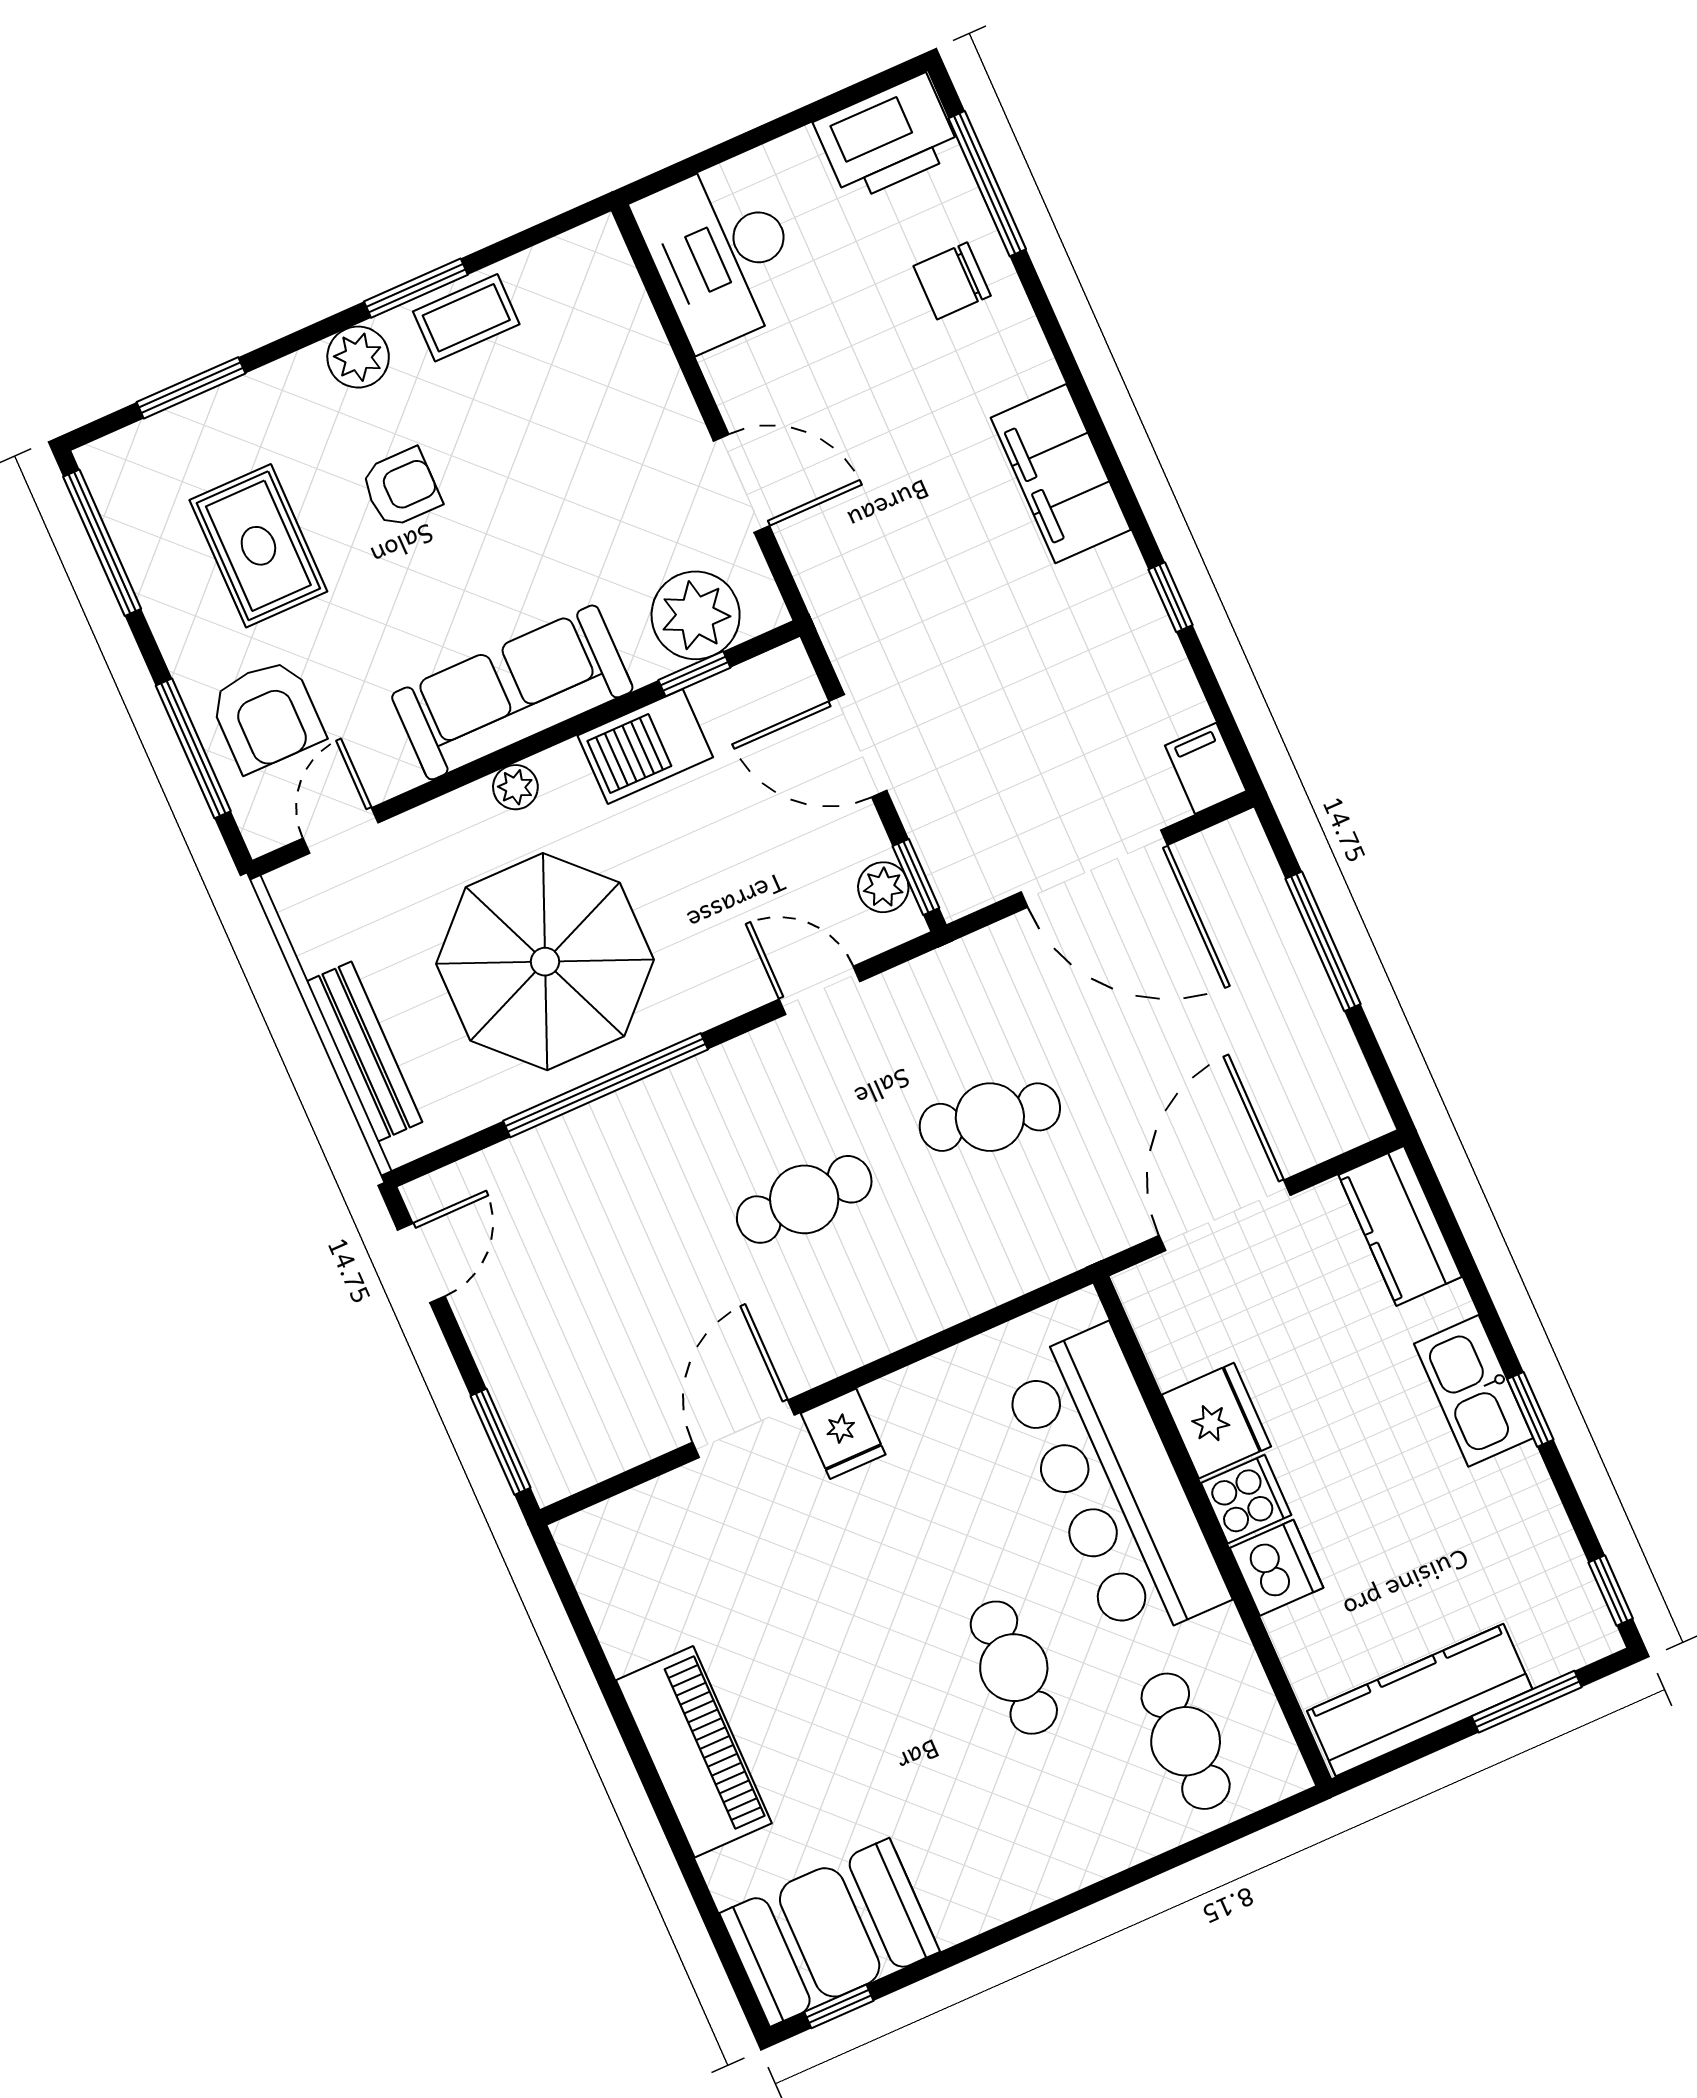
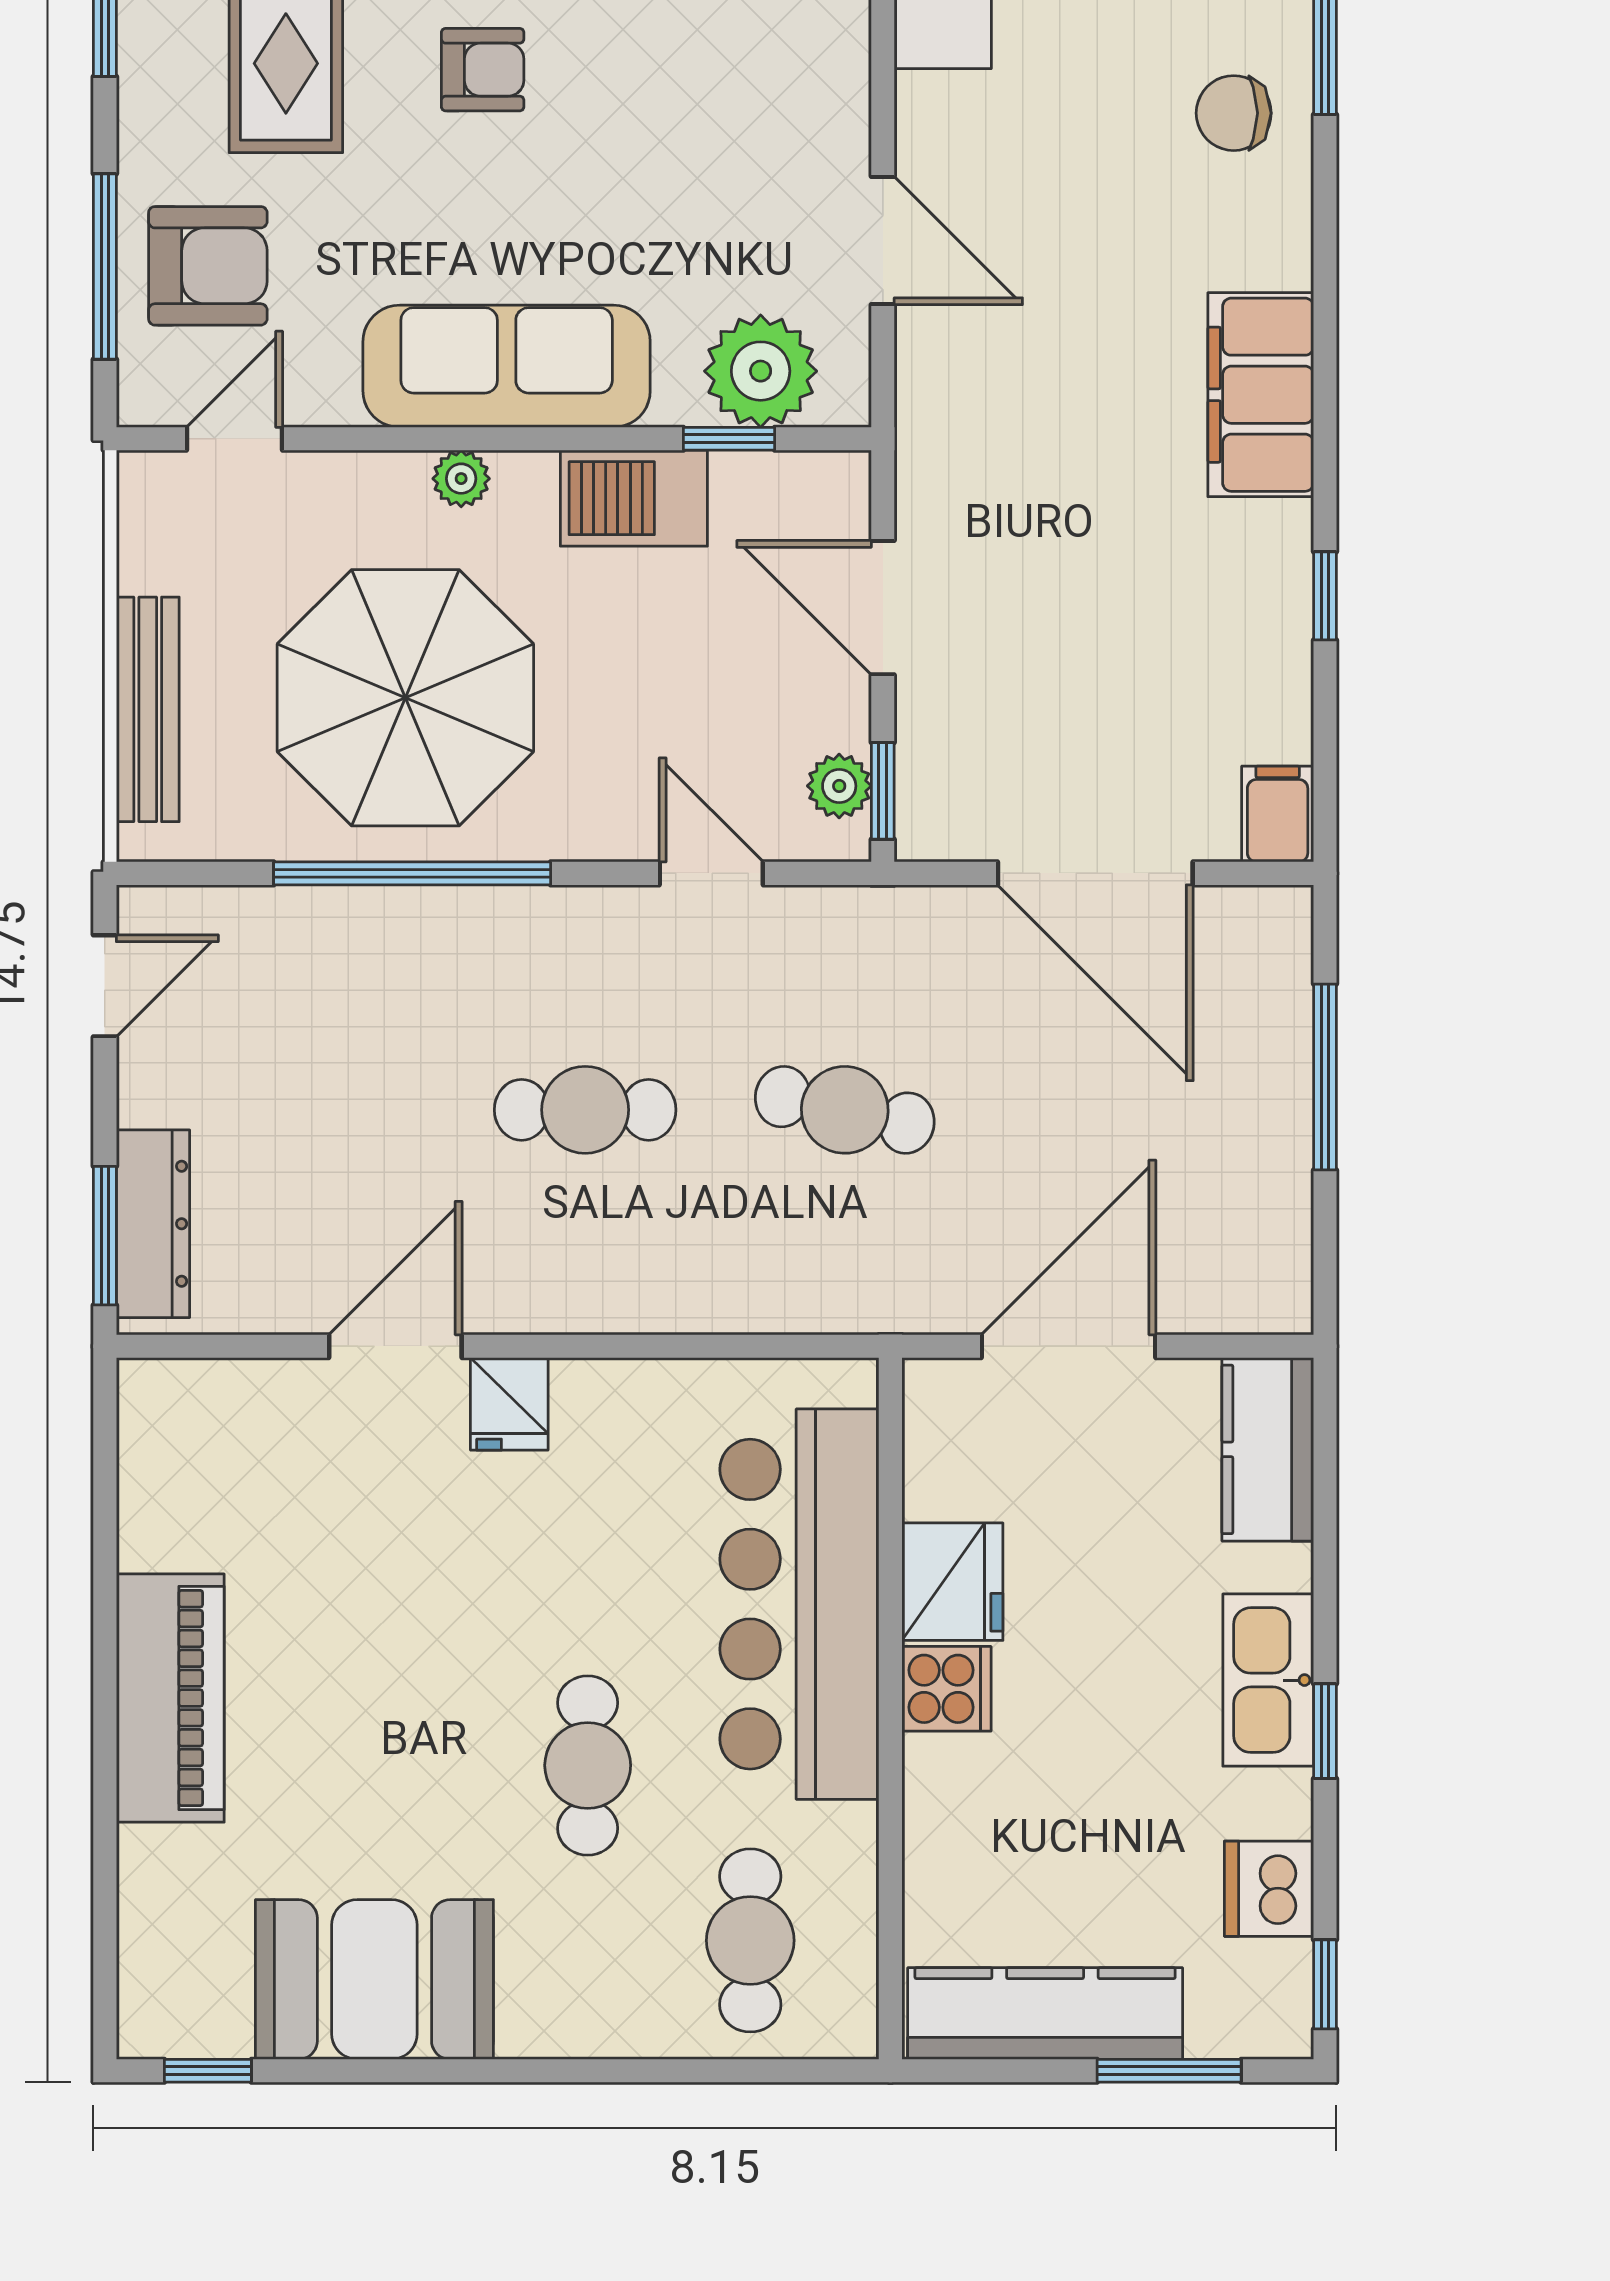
armchair: (267, 715) -> (208, 266), turned -90
dresser: (531, 1418) -> (153, 1224), added
dishwasher: (1277, 1568) -> (1269, 1889), moved, turned 180
booth: (830, 1932) -> (374, 1979), moved

